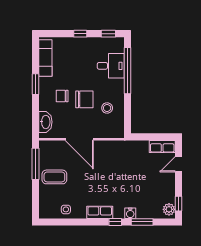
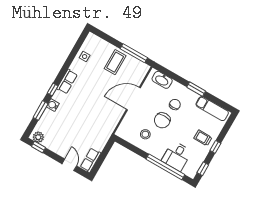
trolley: (79, 51) -> (203, 138), added

